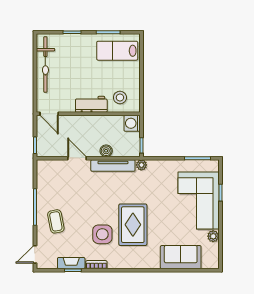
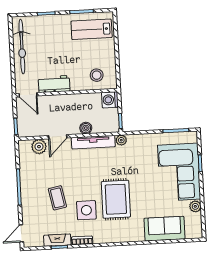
workbench: (91, 104) -> (54, 84), moved
door: (77, 158) -> (58, 137), swing flipped
plant: (58, 167) -> (39, 147), added
coffee table: (56, 221) -> (57, 198), moved

